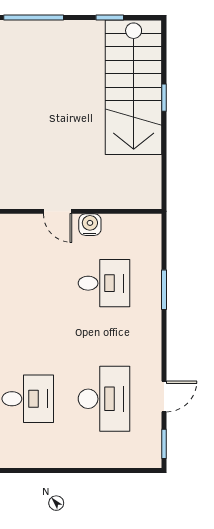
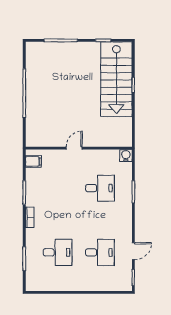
door: (58, 211) -> (74, 148), swing flipped
water cooler: (90, 225) -> (126, 156), moved
desk: (104, 399) -> (100, 252), width x0.73

